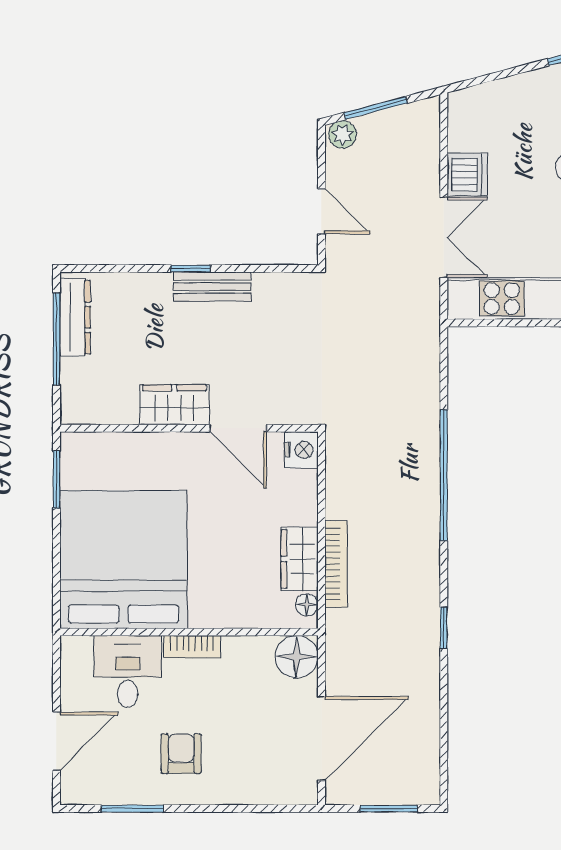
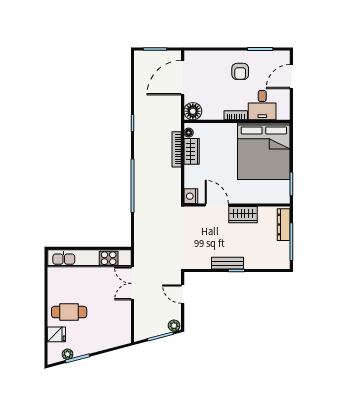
dishwasher: (467, 175) -> (123, 309), removed
dresser: (75, 317) -> (284, 225), moved

